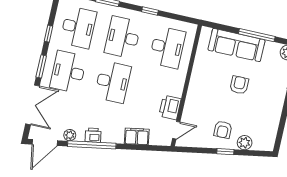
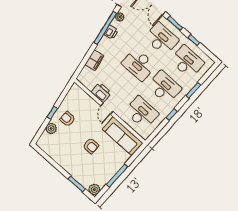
desk: (78, 27) -> (187, 62), turned 180
sofa: (236, 45) -> (123, 136), moved, turned -90
desk: (167, 47) -> (142, 113), turned 180
door: (176, 130) -> (107, 109), moved

